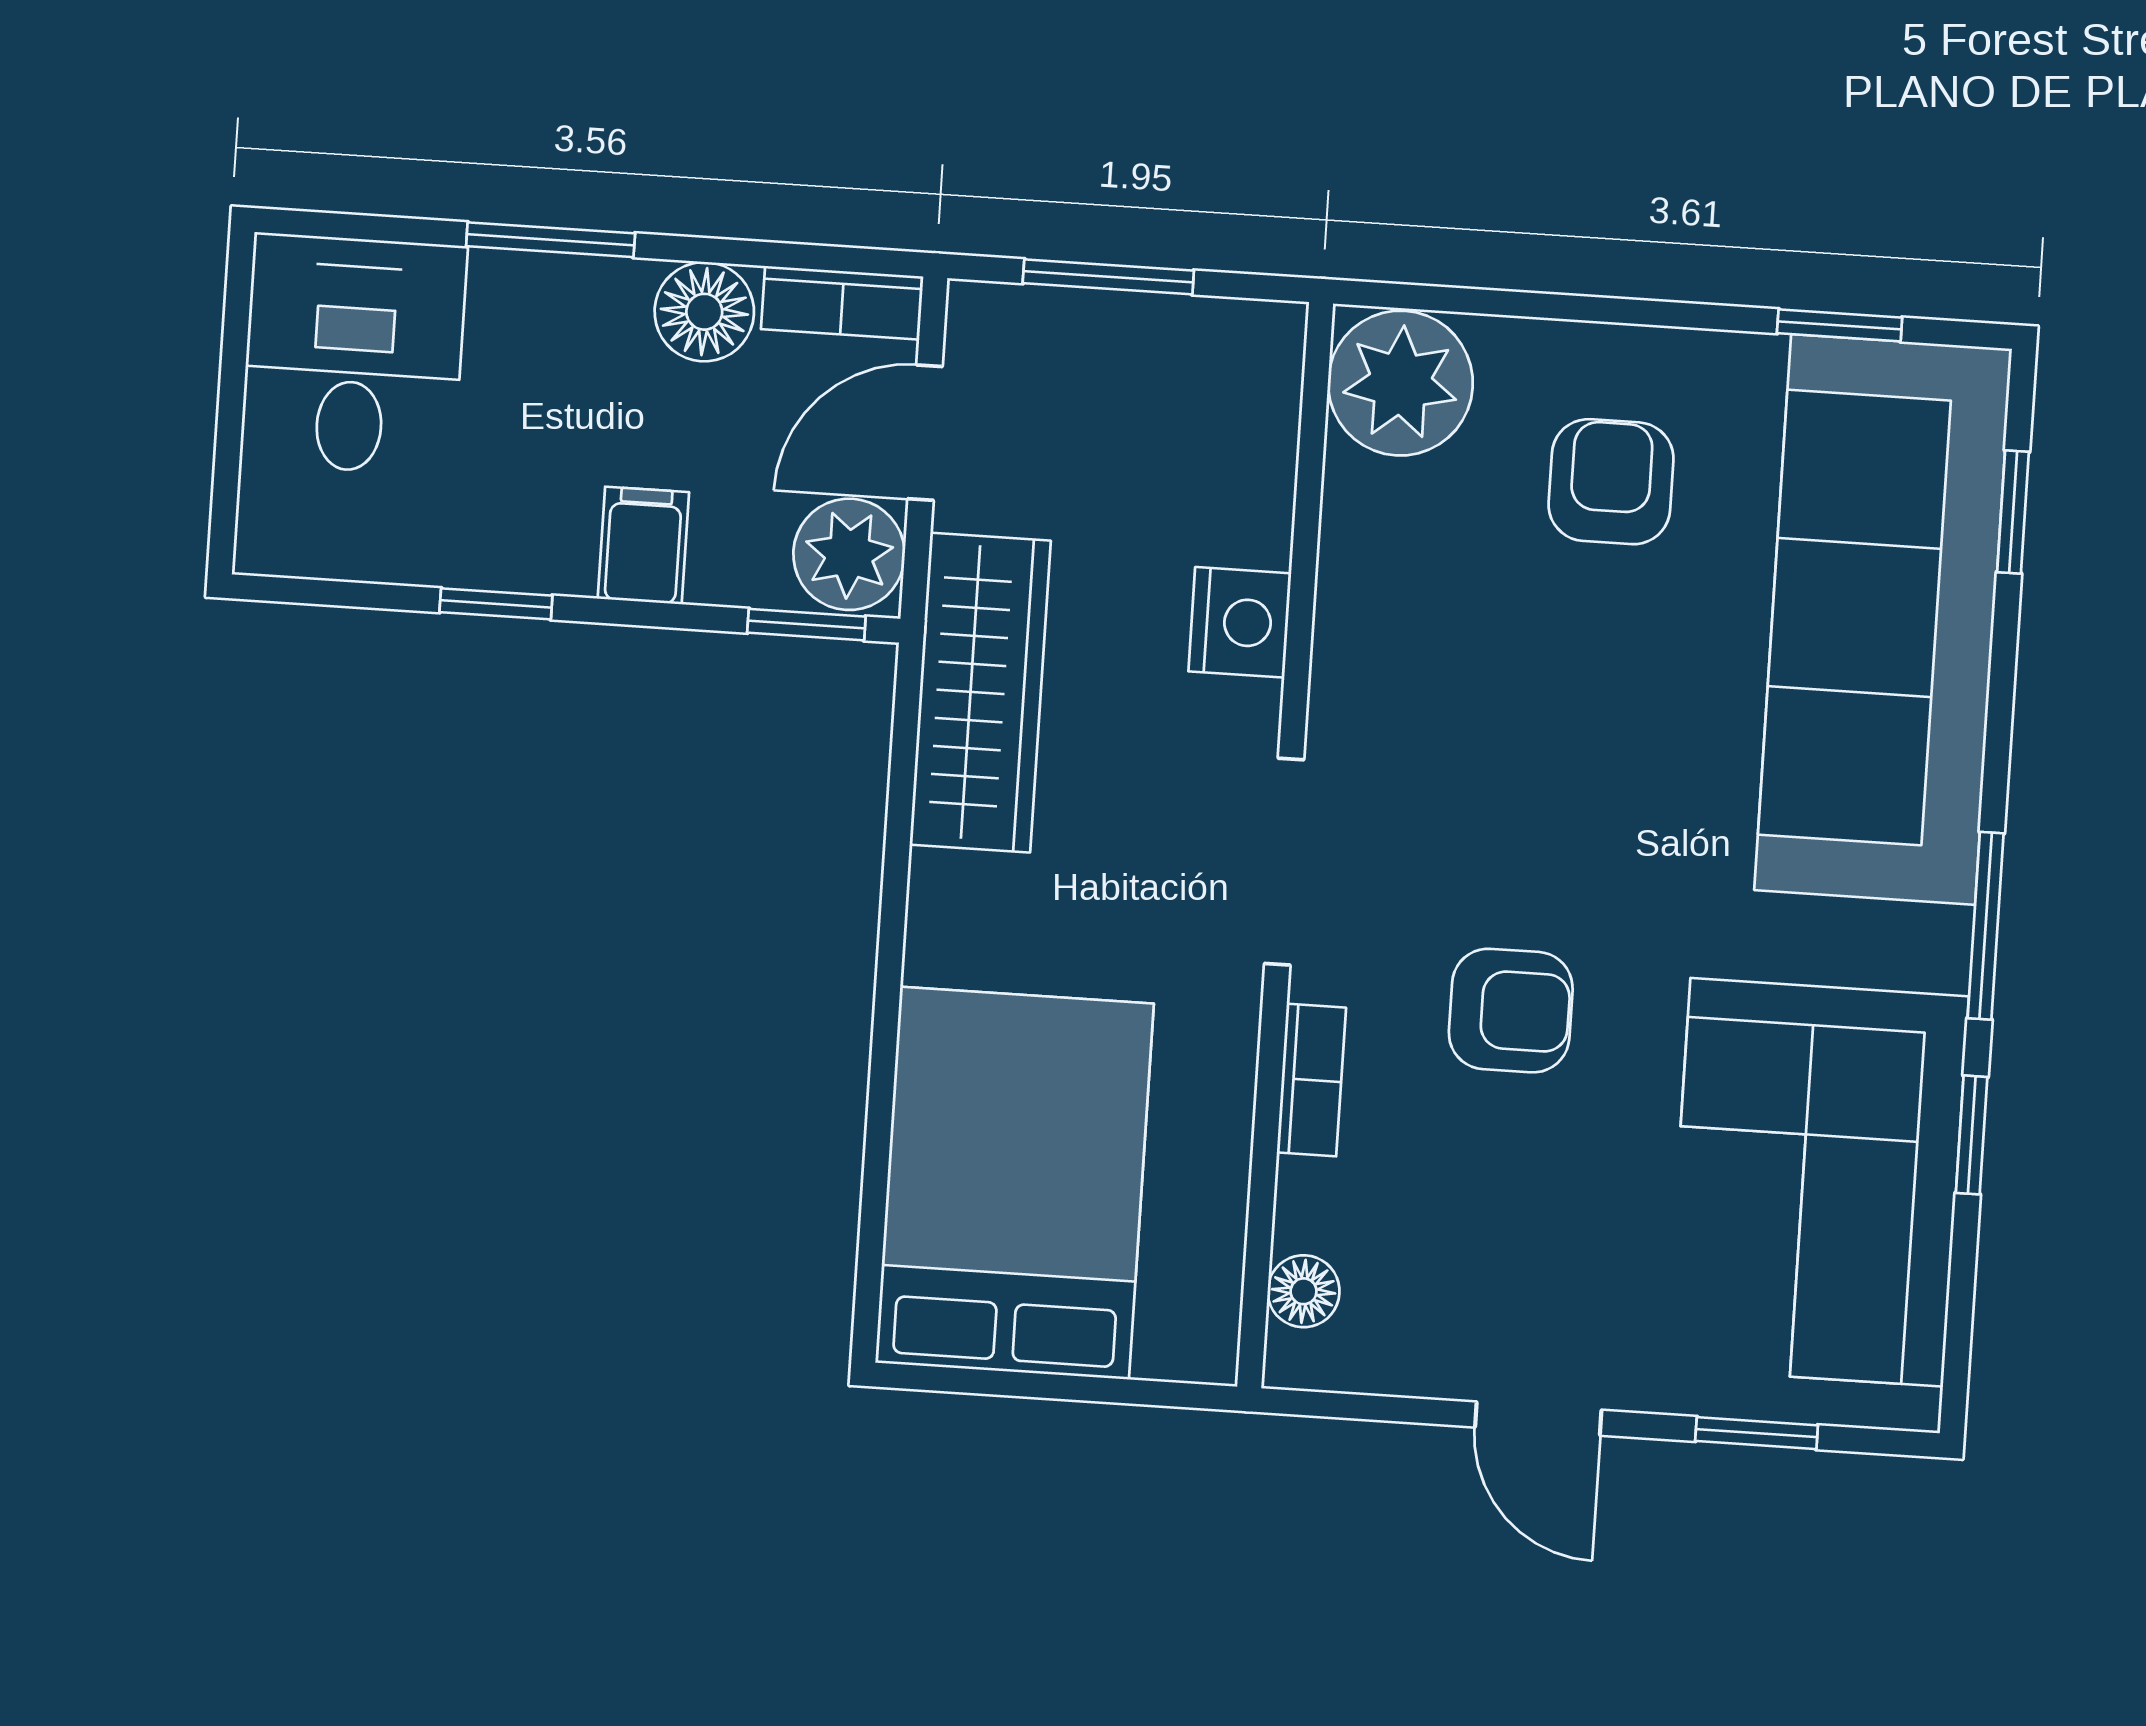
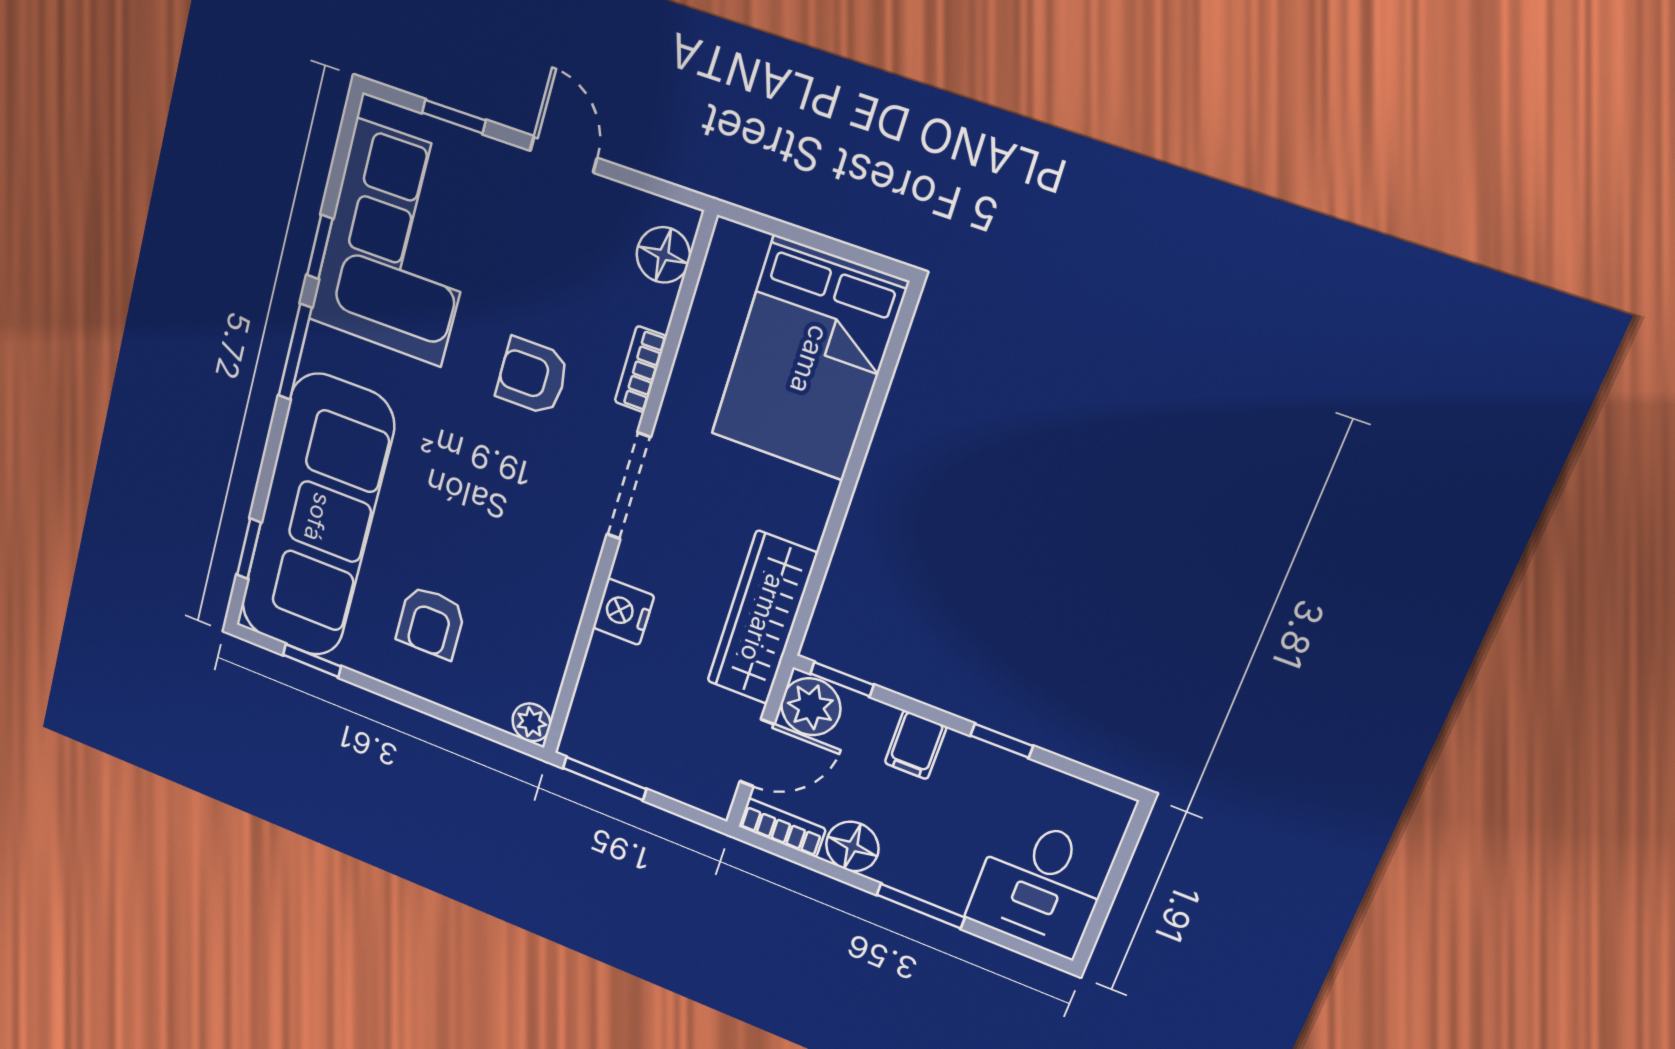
window: (1108, 277) -> (604, 779), moved
plant: (1400, 383) -> (531, 722), width x0.53, depth x0.53
floor lamp: (1304, 1291) -> (663, 255), width x1.37, depth x1.37

